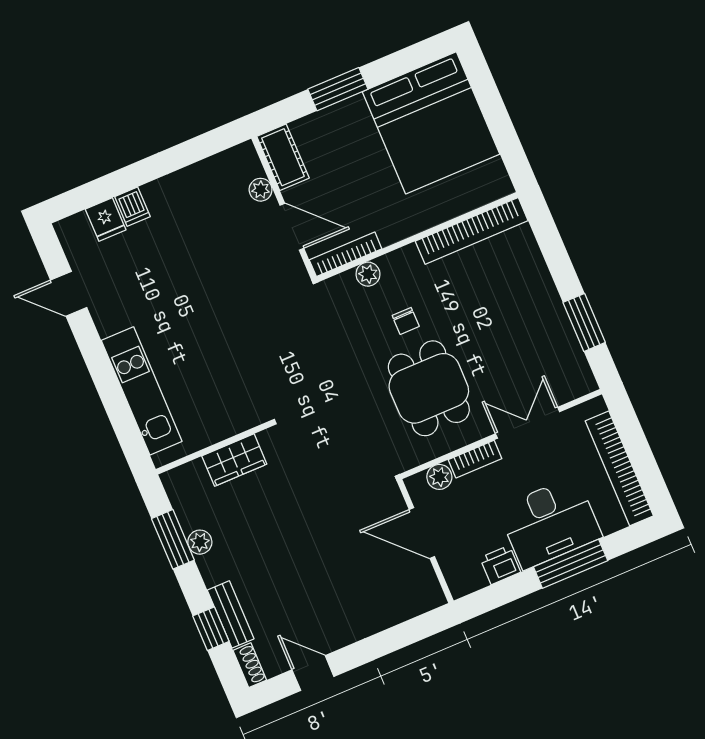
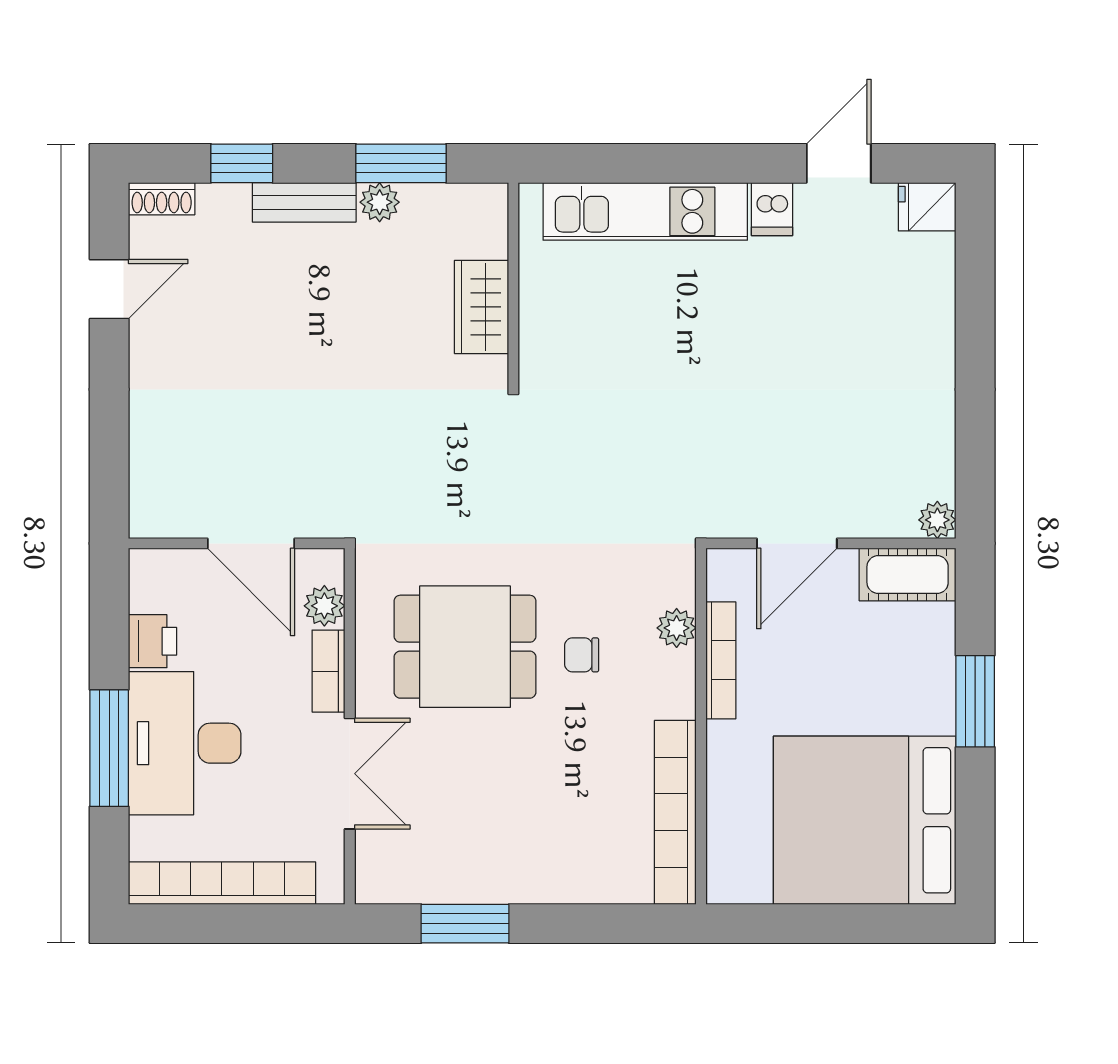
plant: (261, 190) -> (937, 520), moved
dishwasher: (132, 207) -> (772, 209), moved, turned -90
fridge: (106, 220) -> (927, 207), moved
bookcase: (346, 254) -> (721, 660), moved
door: (422, 533) -> (251, 543), swing flipped
bench: (231, 614) -> (304, 202), moved

